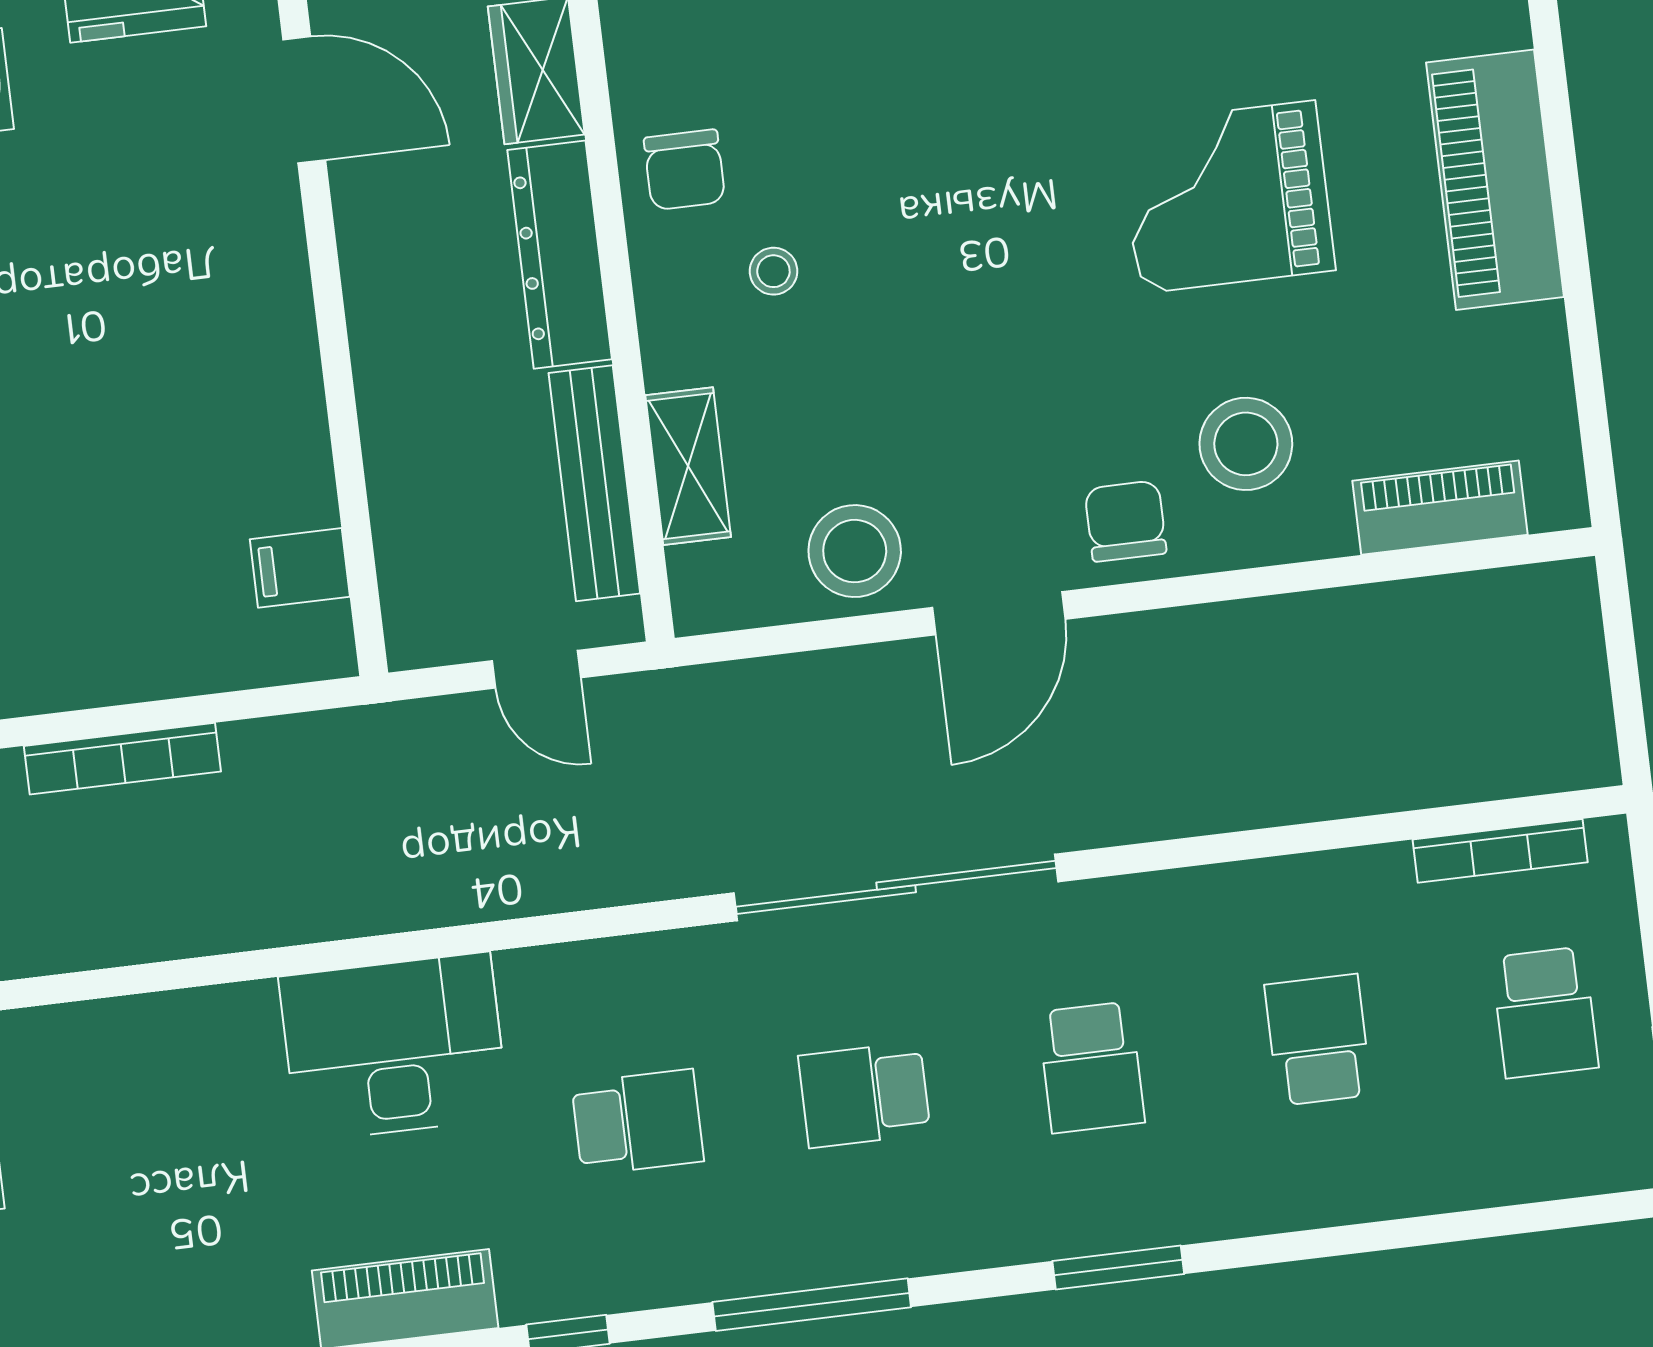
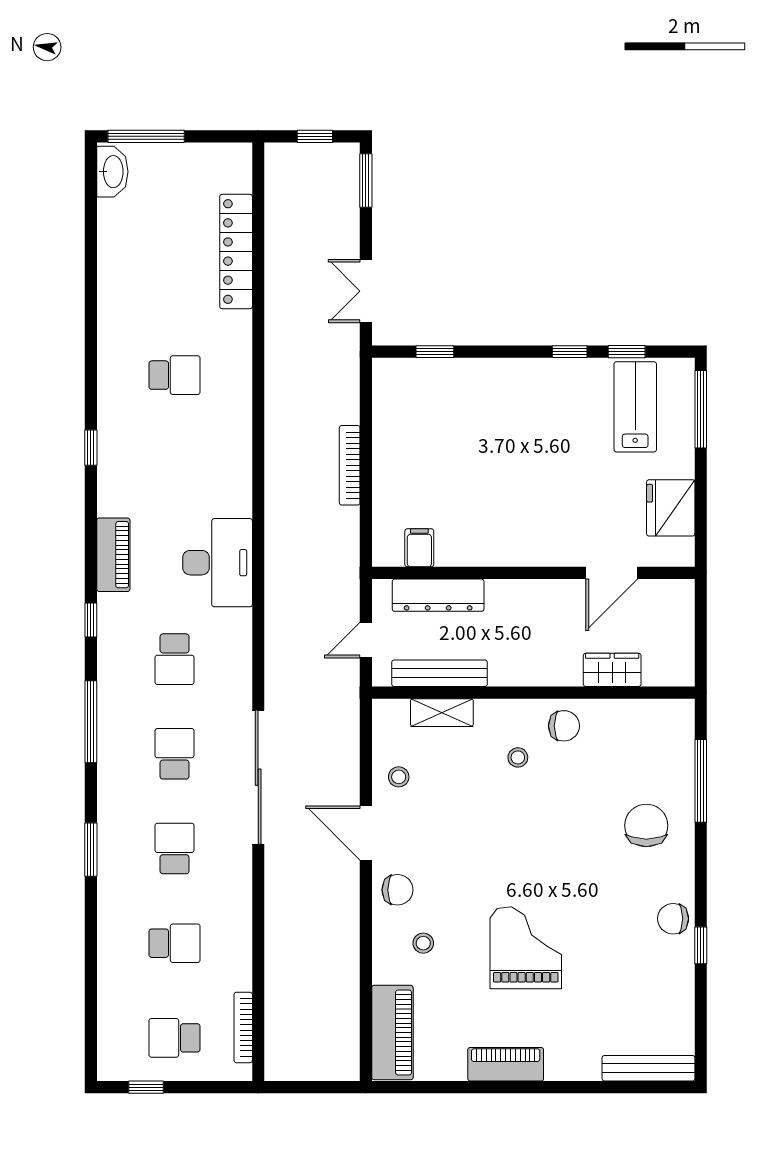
chair: (684, 170) -> (564, 726), turned 180
piano: (1495, 180) -> (506, 1064), width x0.73, depth x0.75
dresser: (560, 255) -> (438, 595), moved, turned 180
stool: (1246, 444) -> (423, 943), width x0.53, depth x0.53
piano: (1440, 508) -> (392, 1032), width x1.37, depth x1.33
stool: (855, 551) -> (399, 777), width x0.53, depth x0.53
school desk: (1091, 1067) -> (175, 849), turned 90

